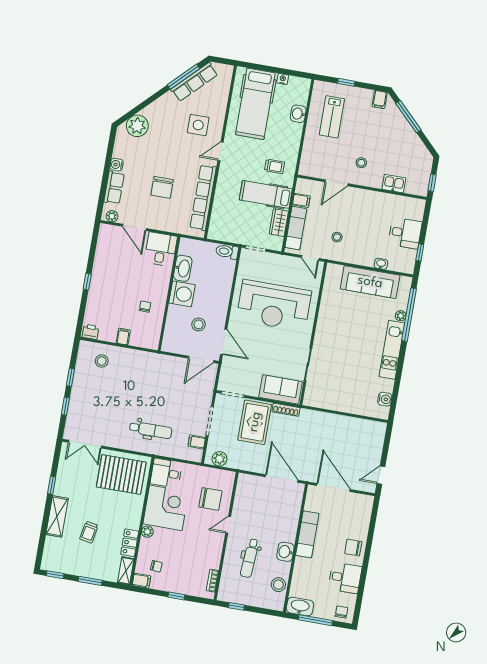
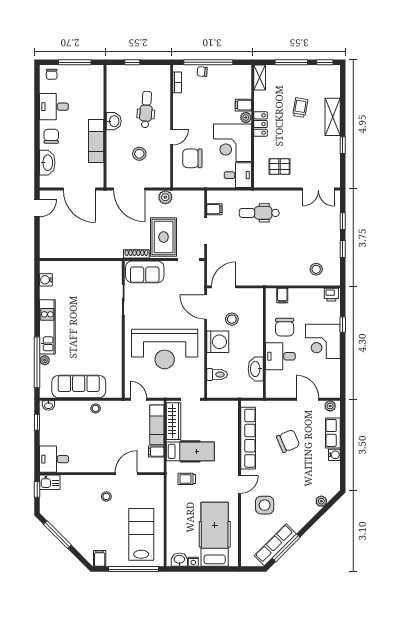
window: (346, 82) -> (133, 569), width x3.17
washbasin: (298, 114) -> (179, 560), moved, turned -90
lab bench: (332, 117) -> (141, 534), width x1.36, depth x1.39
window: (408, 117) -> (57, 535), moved
plant: (137, 126) -> (321, 501), width x0.53, depth x0.53
kitchen sink: (394, 184) -> (50, 482), moved
chair: (162, 187) -> (288, 441), turned 67
wardrobe: (279, 223) -> (174, 421), width x1.50
desk: (405, 233) -> (54, 459), moved
stool: (337, 237) -> (96, 408), moved
desk: (161, 249) -> (280, 356), moved, turned 90
toilet: (227, 252) -> (217, 374), moved
washbasin: (381, 264) -> (48, 405), moved
window: (87, 282) -> (343, 325), moved
corner desk: (108, 285) -> (323, 341), added
washing machine: (182, 294) -> (218, 342), moved, turned 180
reception desk: (274, 305) -> (165, 349), turned 180
chair: (145, 307) -> (285, 327), width x1.87, depth x1.87
filing cabinet: (123, 337) -> (282, 296), moved
double door: (85, 444) -> (318, 189), swing flipped
plant: (219, 459) -> (165, 197), moved
pallet: (121, 475) -> (280, 167), width x0.49, depth x0.50
locker: (130, 543) -> (260, 124), moved
chair: (353, 548) -> (51, 136), turned -90
chair: (156, 566) -> (202, 72), moved
window: (90, 581) -> (291, 62), width x1.44
filing cabinet: (141, 581) -> (243, 105), moved
stool: (278, 585) -> (139, 154), moved
window: (176, 596) -> (208, 62), width x3.17
window: (236, 606) -> (132, 62), moved
washbasin: (300, 607) -> (47, 163), moved, turned -90

